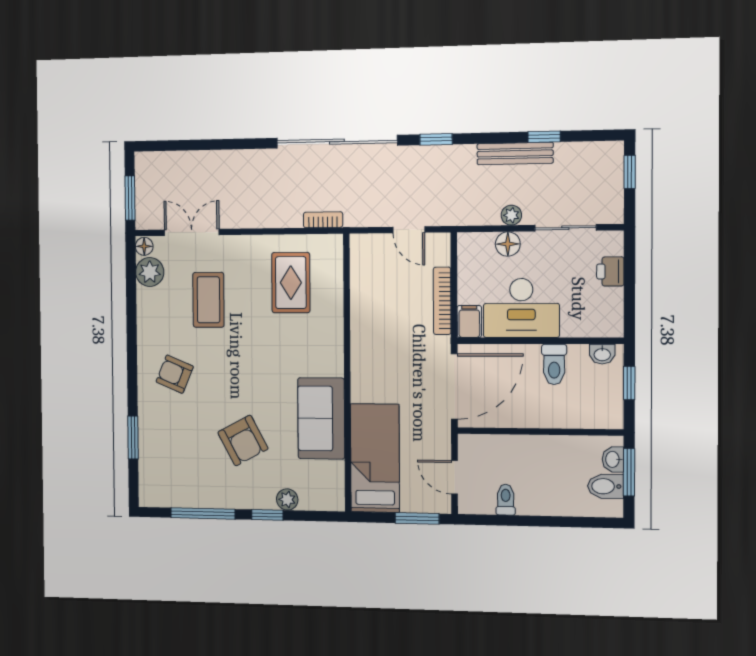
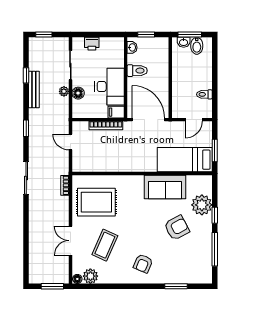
sliding door: (337, 142) -> (26, 178), width x0.54
door: (409, 230) -> (70, 142), swing flipped
double door: (192, 232) -> (70, 241), moved
rug: (291, 283) -> (96, 202), width x1.36, depth x1.43
coffee table: (208, 300) -> (105, 245), turned -66
plant: (287, 499) -> (202, 205), width x1.87, depth x1.87
window: (417, 518) -> (215, 151), moved

